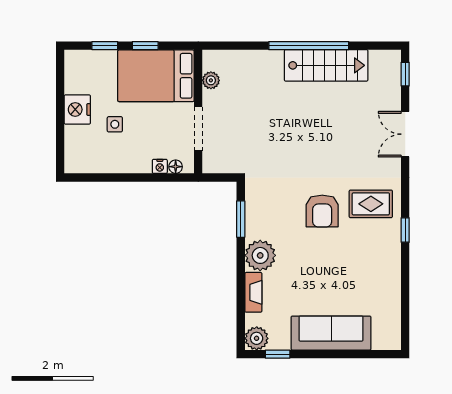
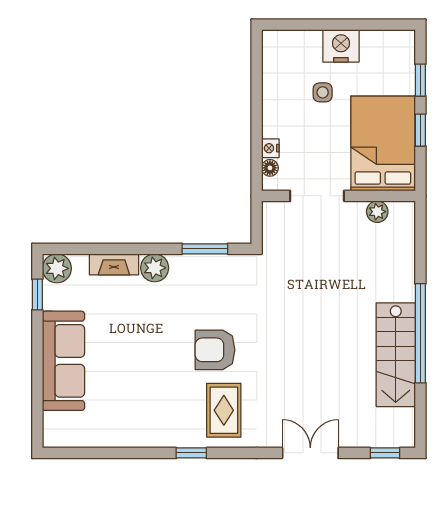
plant: (260, 255) -> (155, 268), width x0.73, depth x0.73

